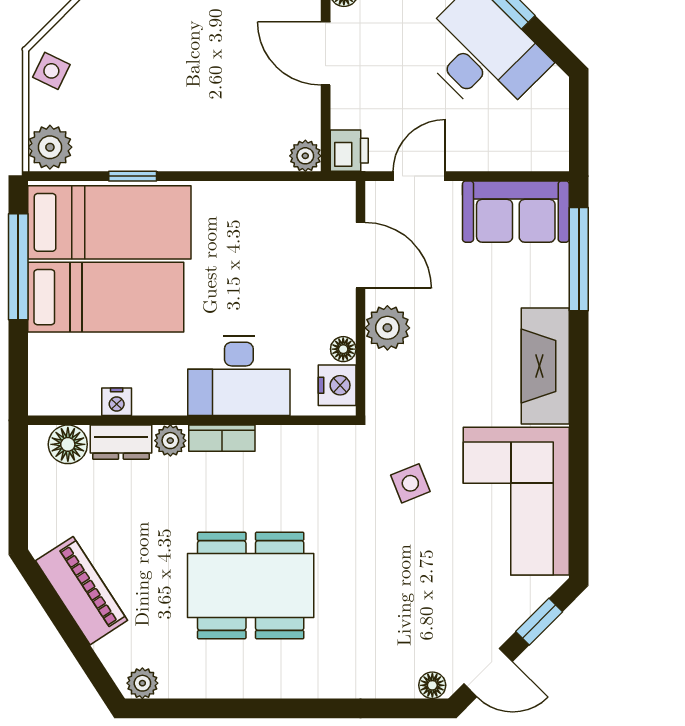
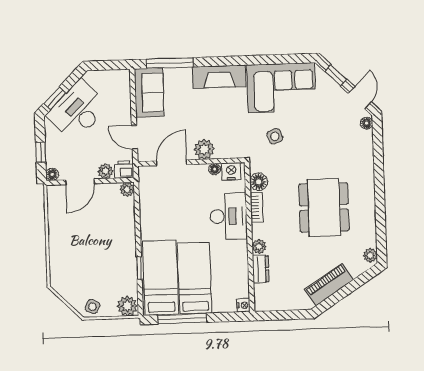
plant: (347, 110) -> (106, 171), added
nightstand: (117, 402) -> (243, 305), moved
bookcase: (222, 438) -> (257, 207), moved
floor lamp: (68, 444) -> (259, 182), moved

